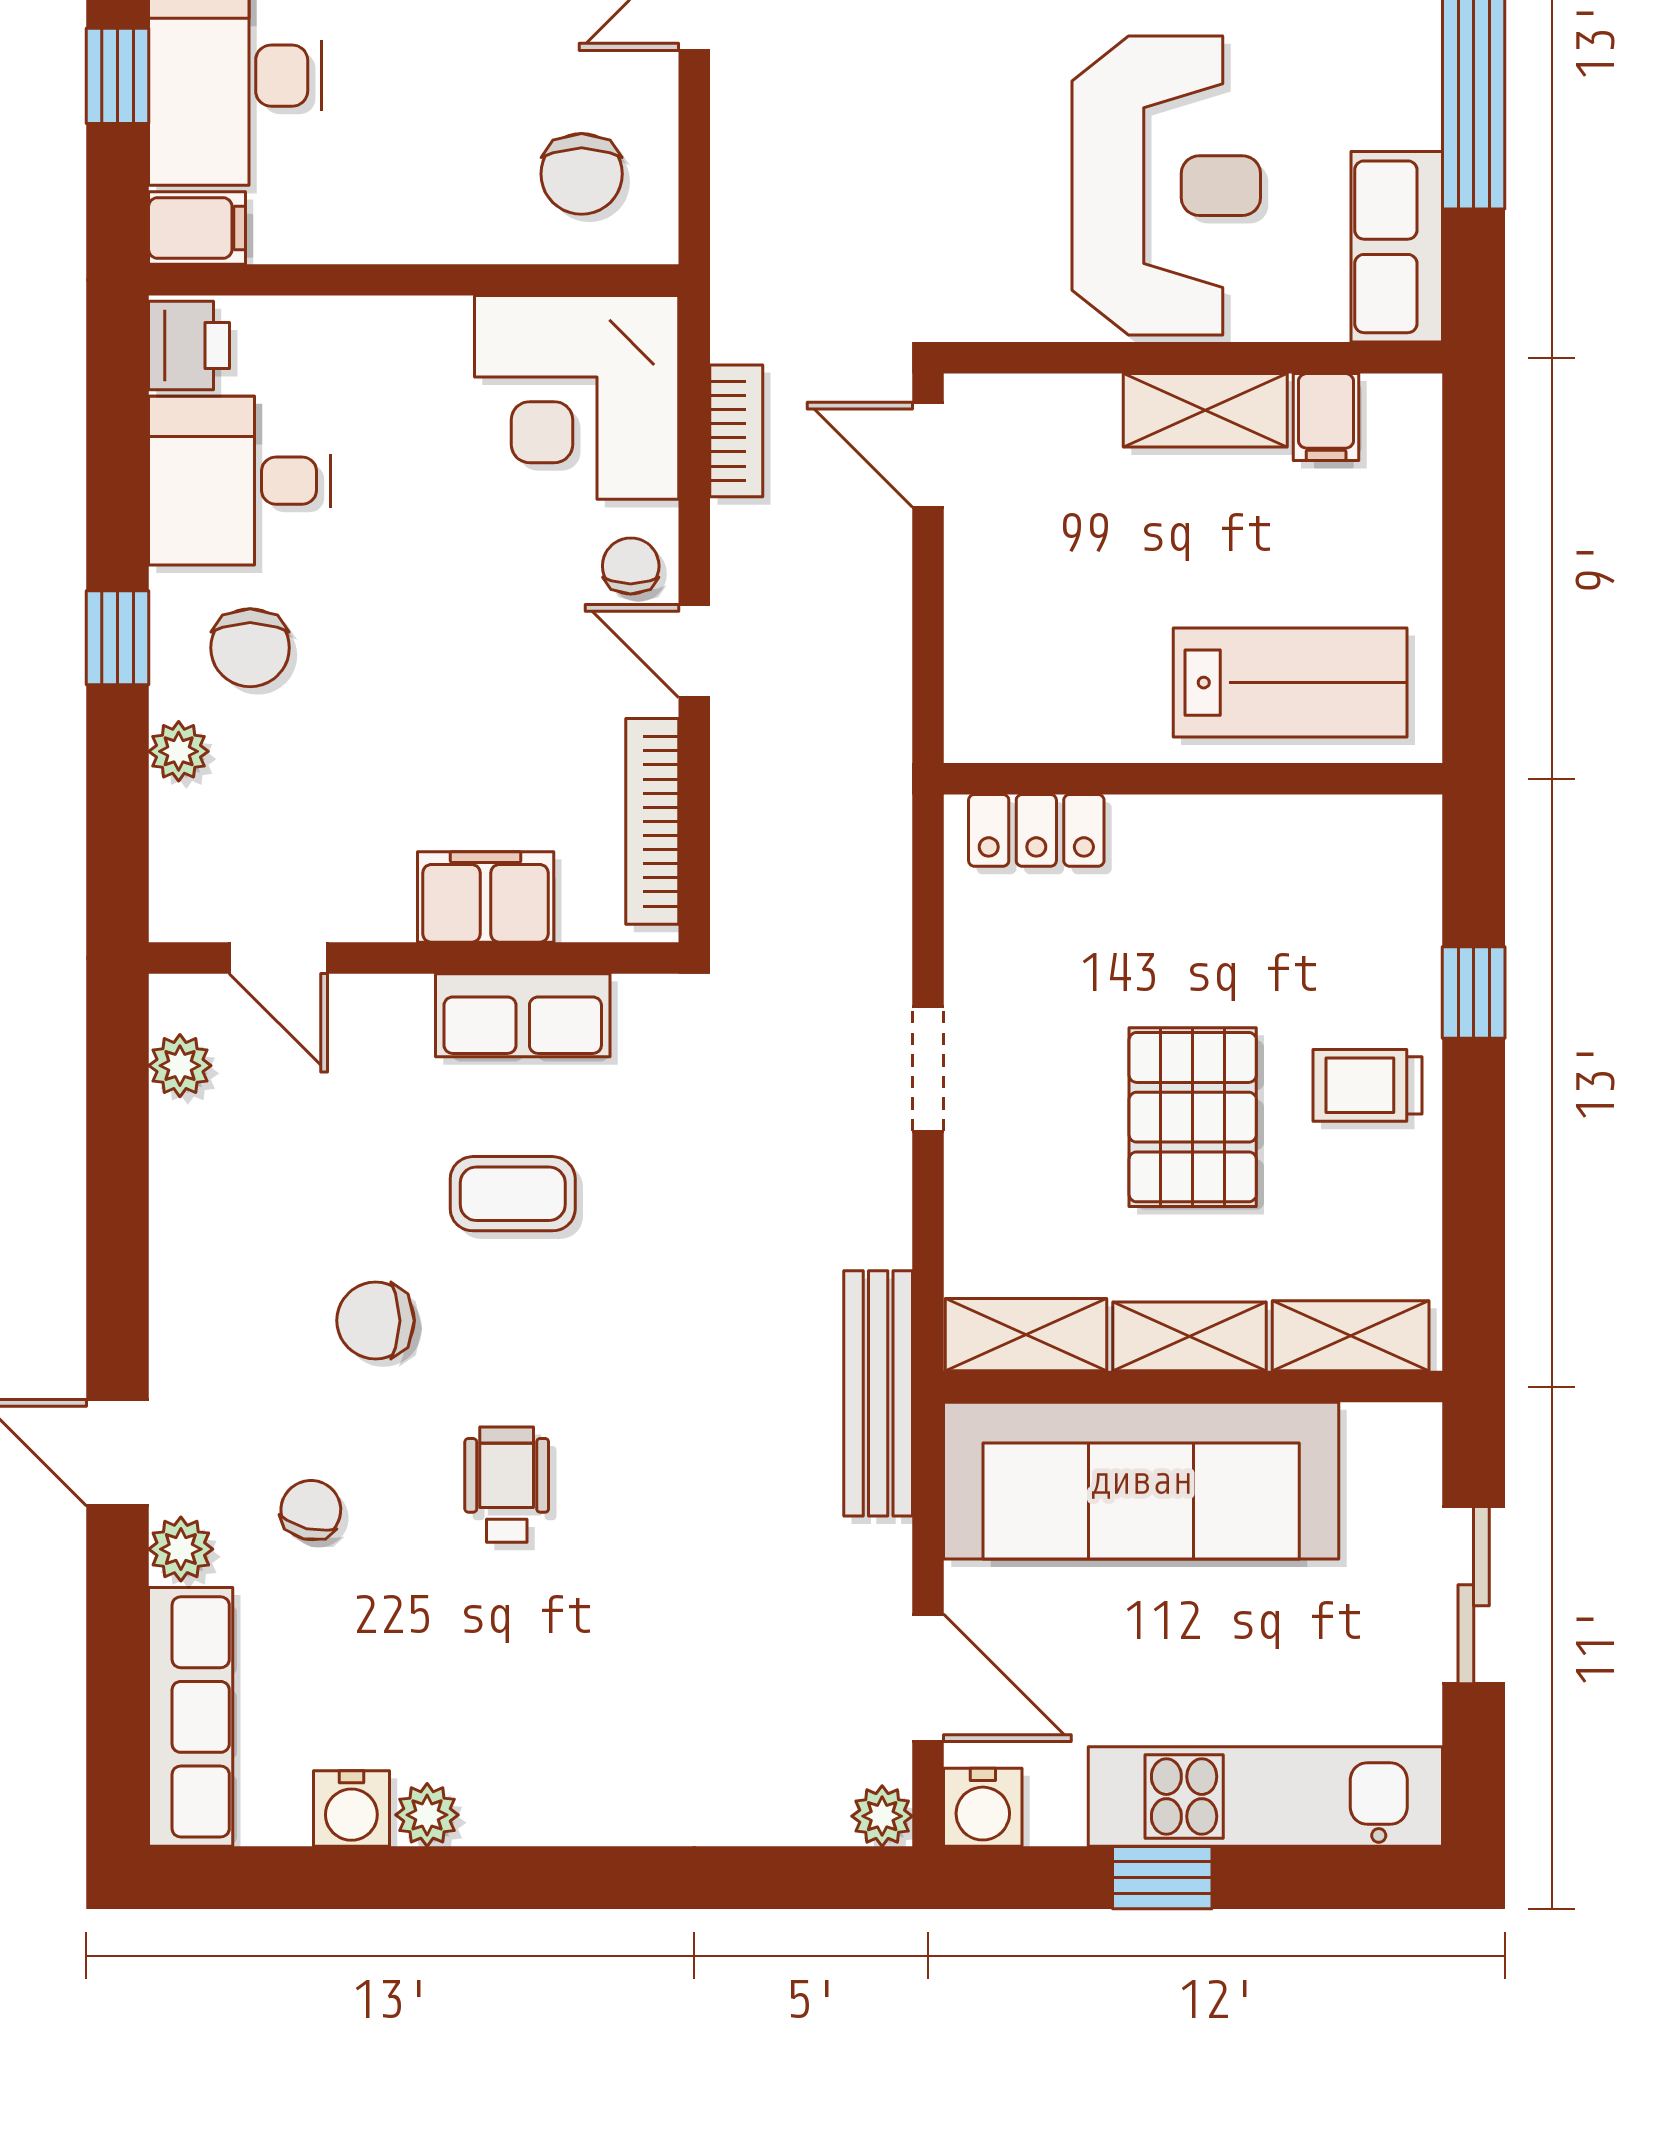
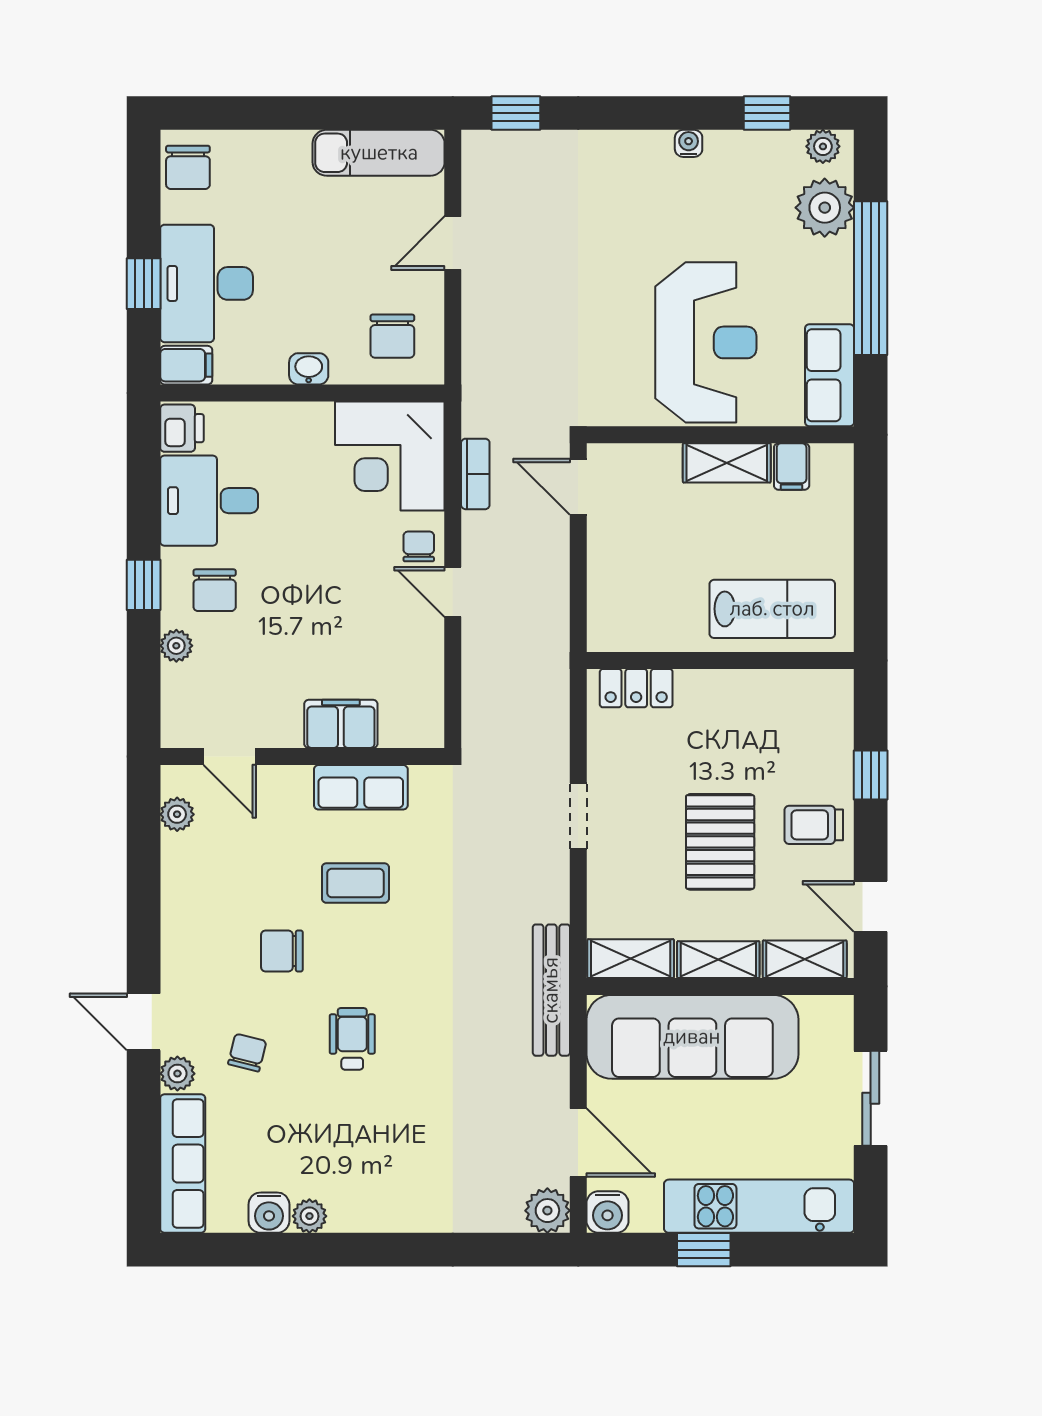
washbasin: (425, 235) -> (309, 369), added
bookcase: (652, 821) -> (430, 683), removed
door: (1474, 1237) -> (871, 906), added
plant: (882, 1816) -> (547, 1211), width x1.38, depth x1.38

